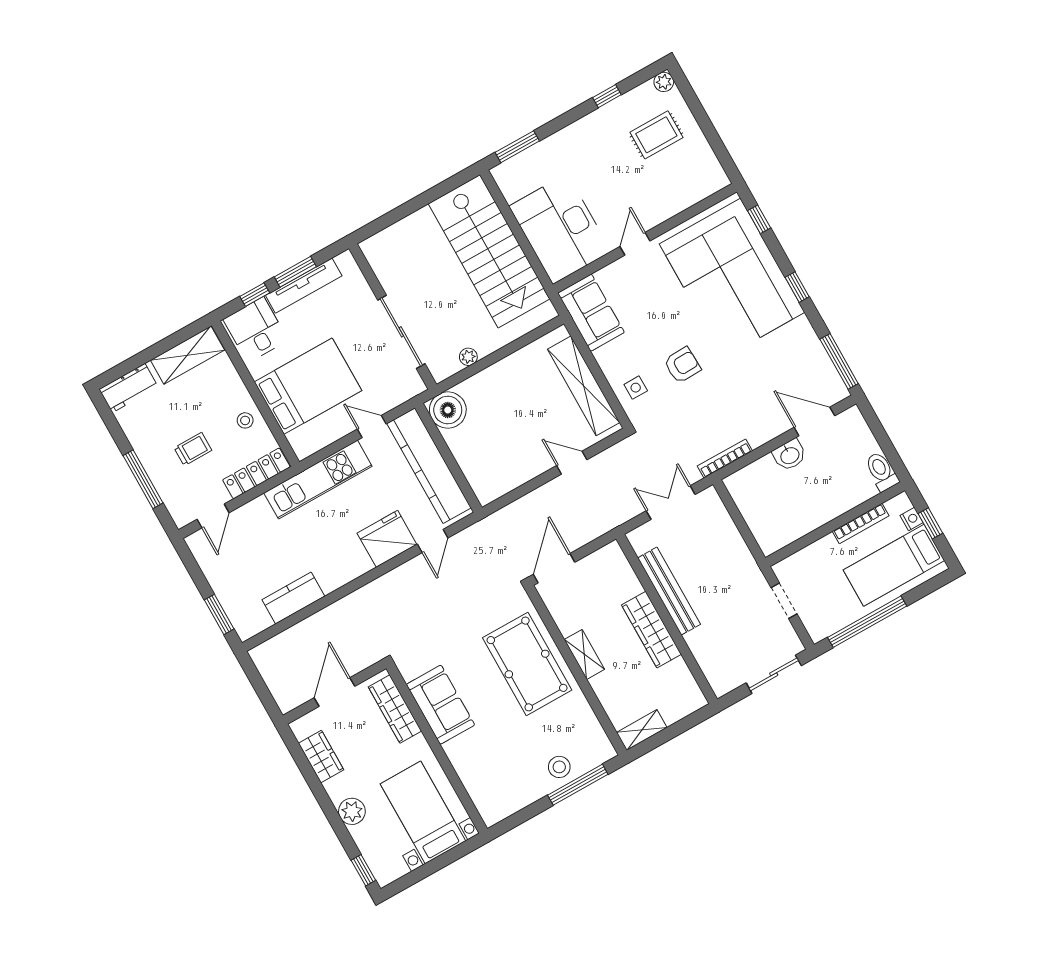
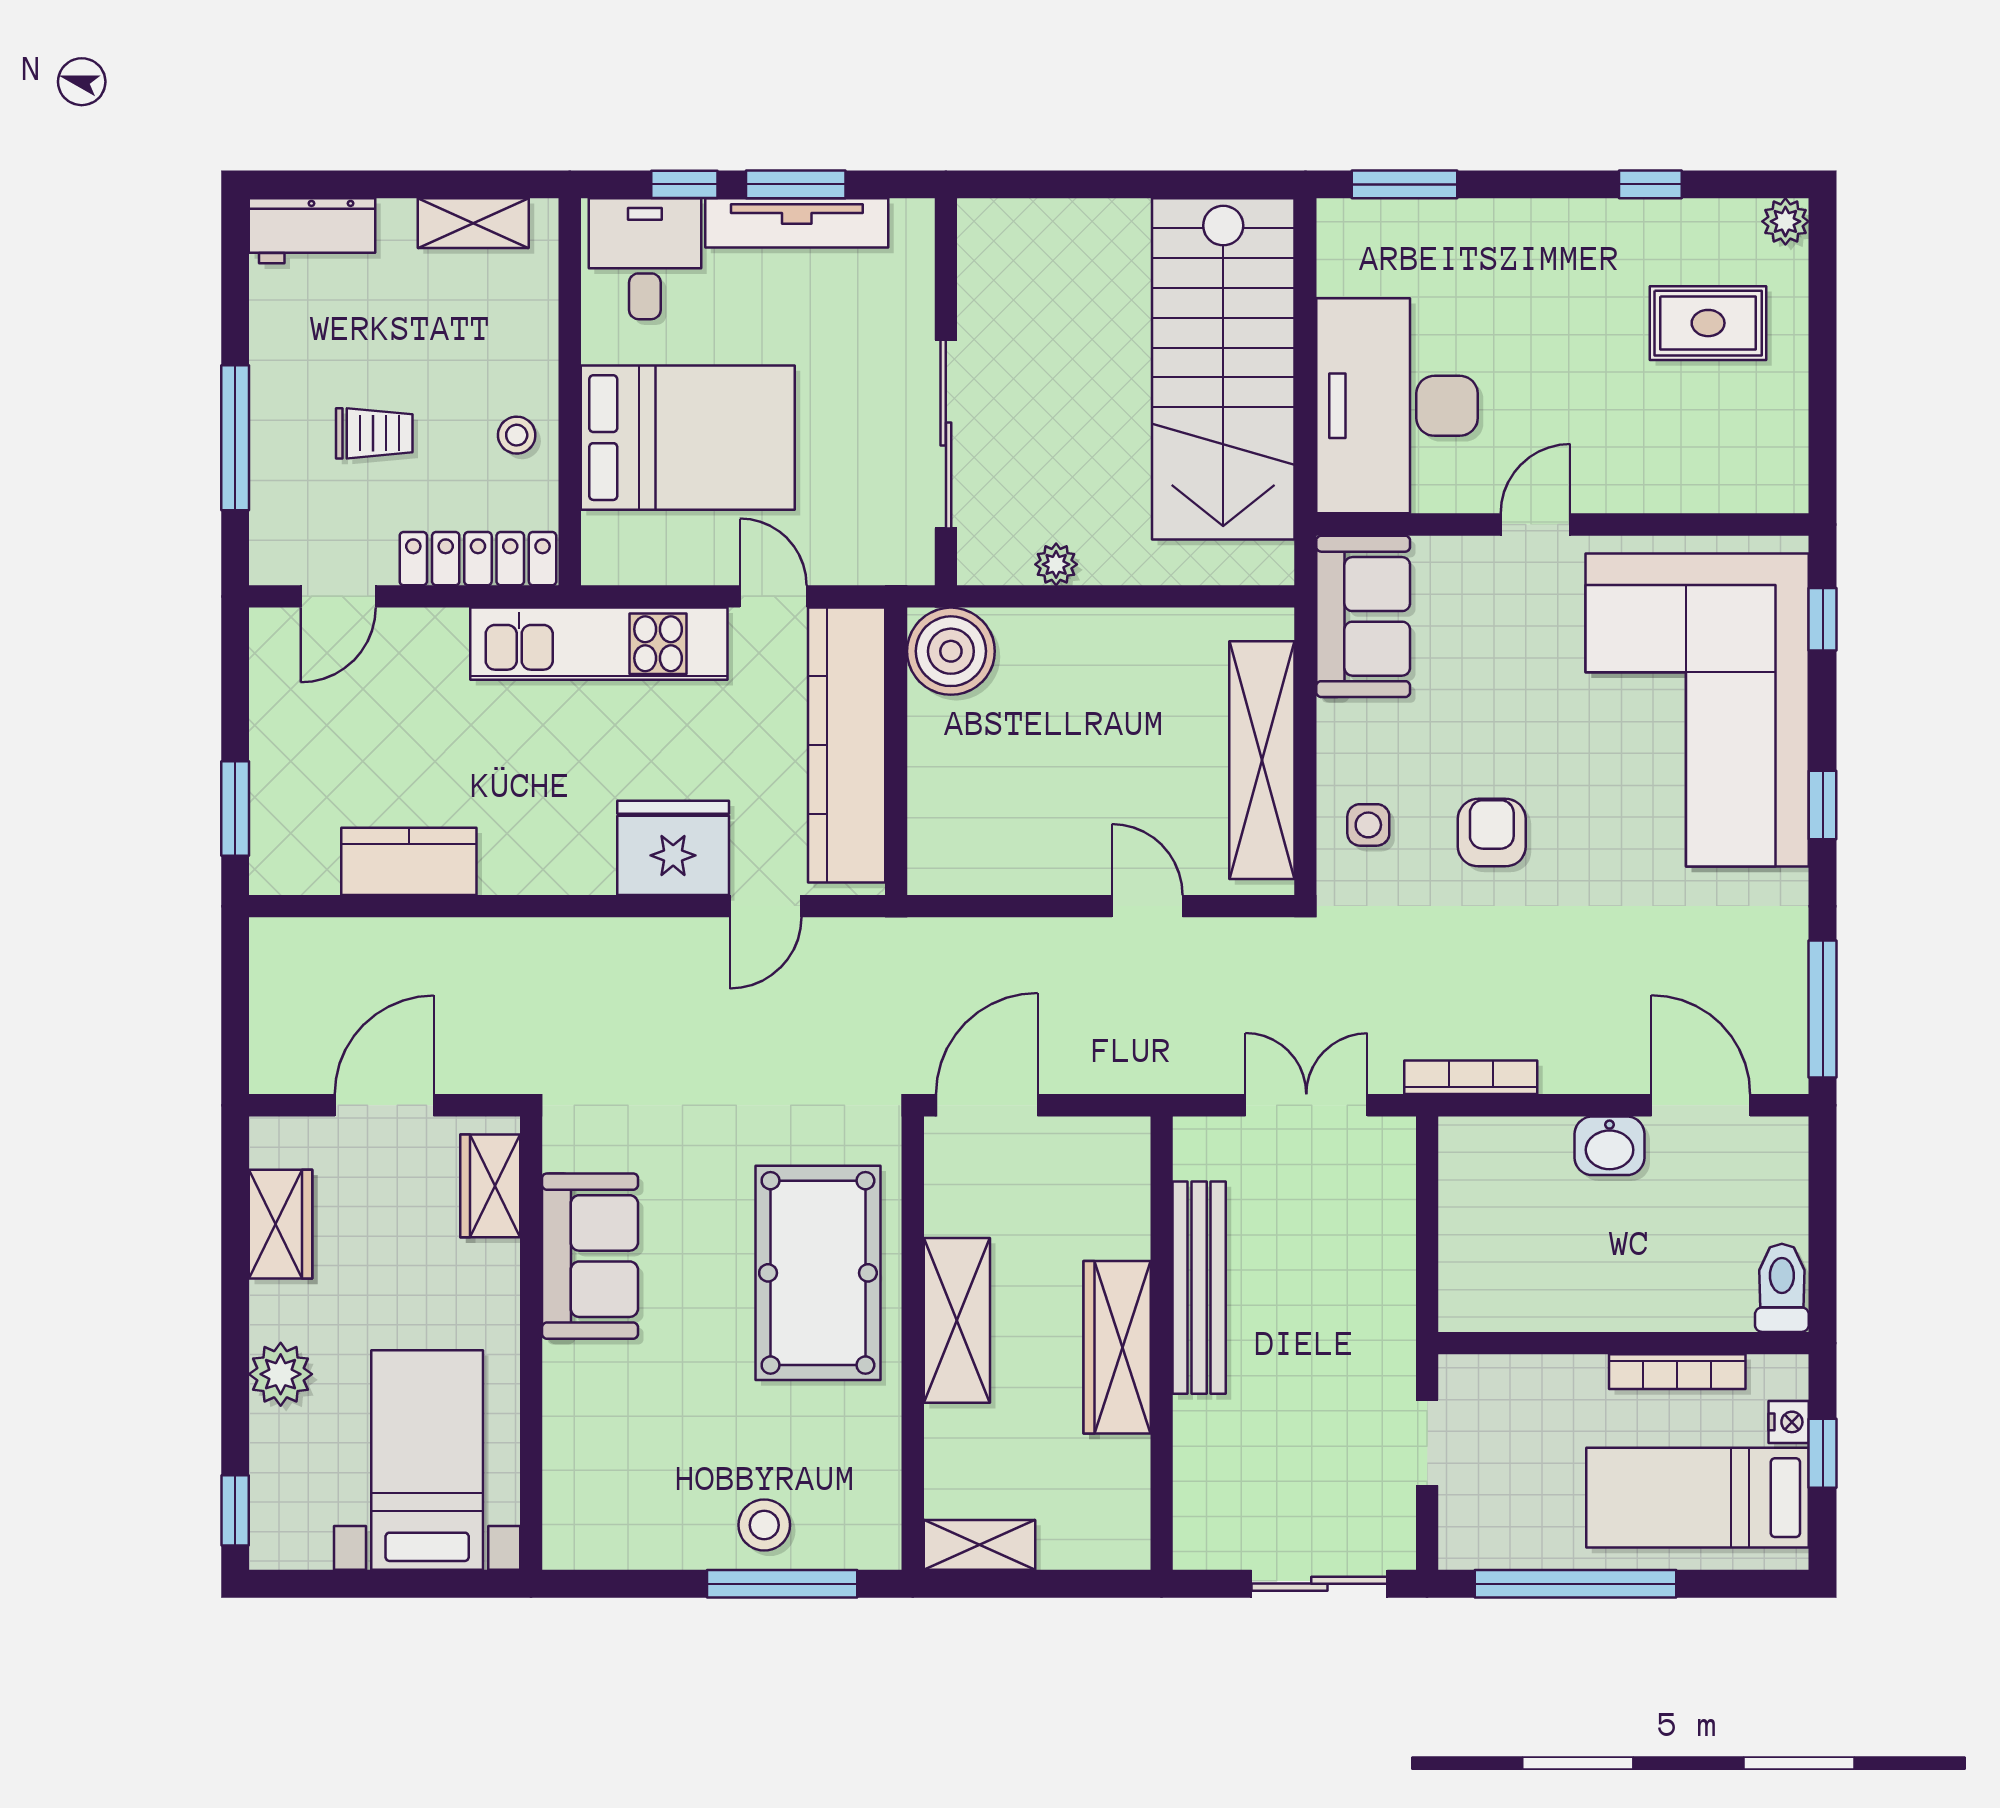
shelving: (187, 355) -> (473, 223), width x0.67, depth x0.75
armchair: (682, 365) -> (1492, 833), turned -88
shelving: (584, 654) -> (957, 1320), width x1.50, depth x1.33
wardrobe: (395, 709) -> (490, 1186), width x0.67

